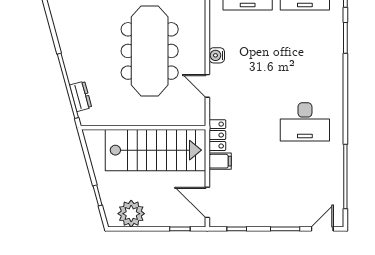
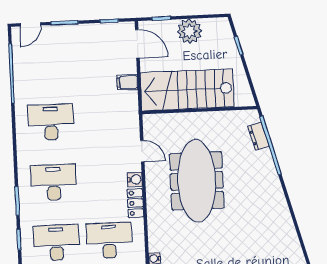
desk: (305, 56) -> (54, 182), added
locker: (217, 135) -> (135, 203), moved
plant: (131, 214) -> (189, 31), moved

